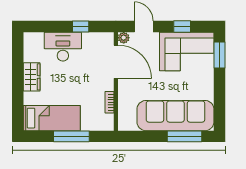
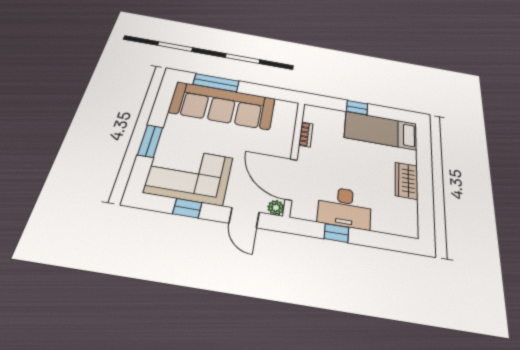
desk: (63, 47) -> (345, 207), moved
window: (219, 55) -> (150, 141), moved
window: (71, 136) -> (357, 108), width x0.46

